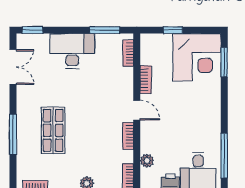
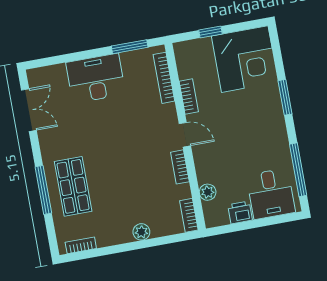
window: (32, 30) -> (44, 62), removed
bookcase: (128, 53) -> (164, 78), width x1.56
window: (224, 62) -> (285, 97), moved
shop shelf: (53, 130) -> (73, 186), moved

